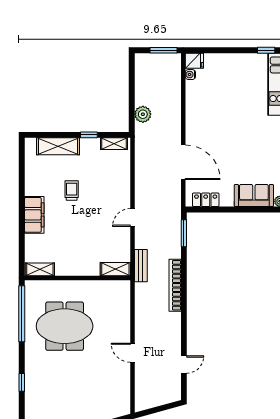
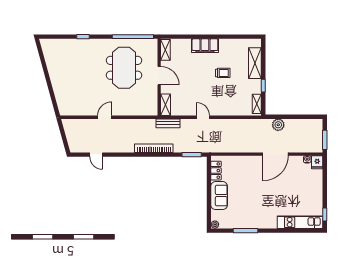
door: (183, 162) -> (275, 154), moved
sofa: (254, 196) -> (219, 196), moved
door: (75, 278) -> (159, 76), added

